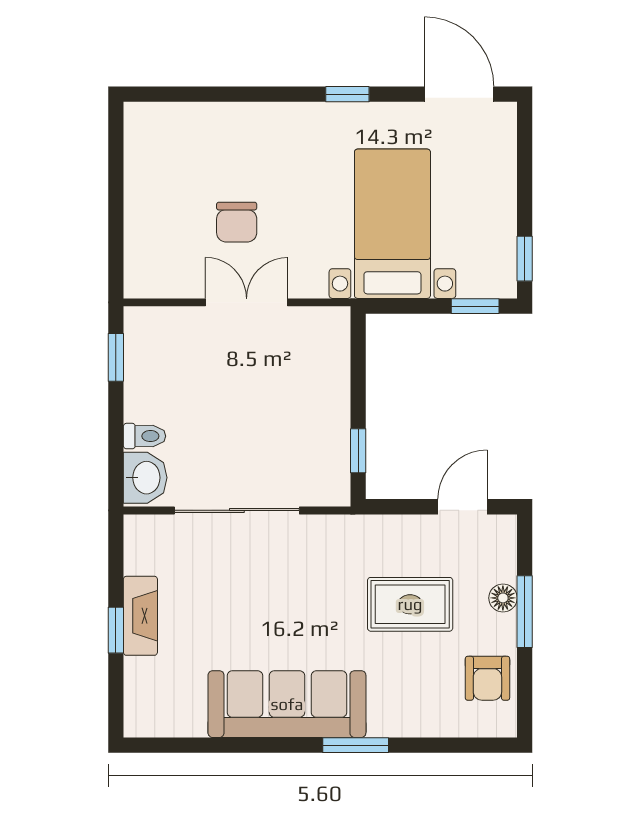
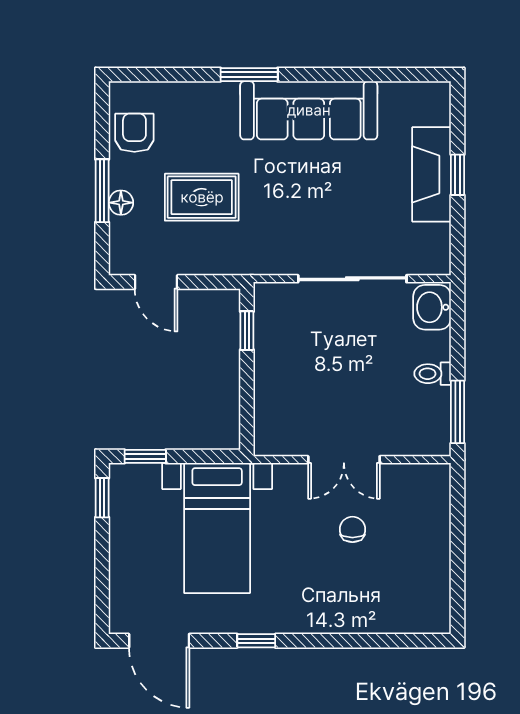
chair: (237, 222) -> (352, 529), width x0.73, depth x0.73
window: (116, 357) -> (458, 412), width x1.50
toilet: (145, 436) -> (433, 374), moved
door: (463, 507) -> (156, 282), hinge flipped
fireplace: (140, 616) -> (432, 174), width x1.37, depth x1.32

